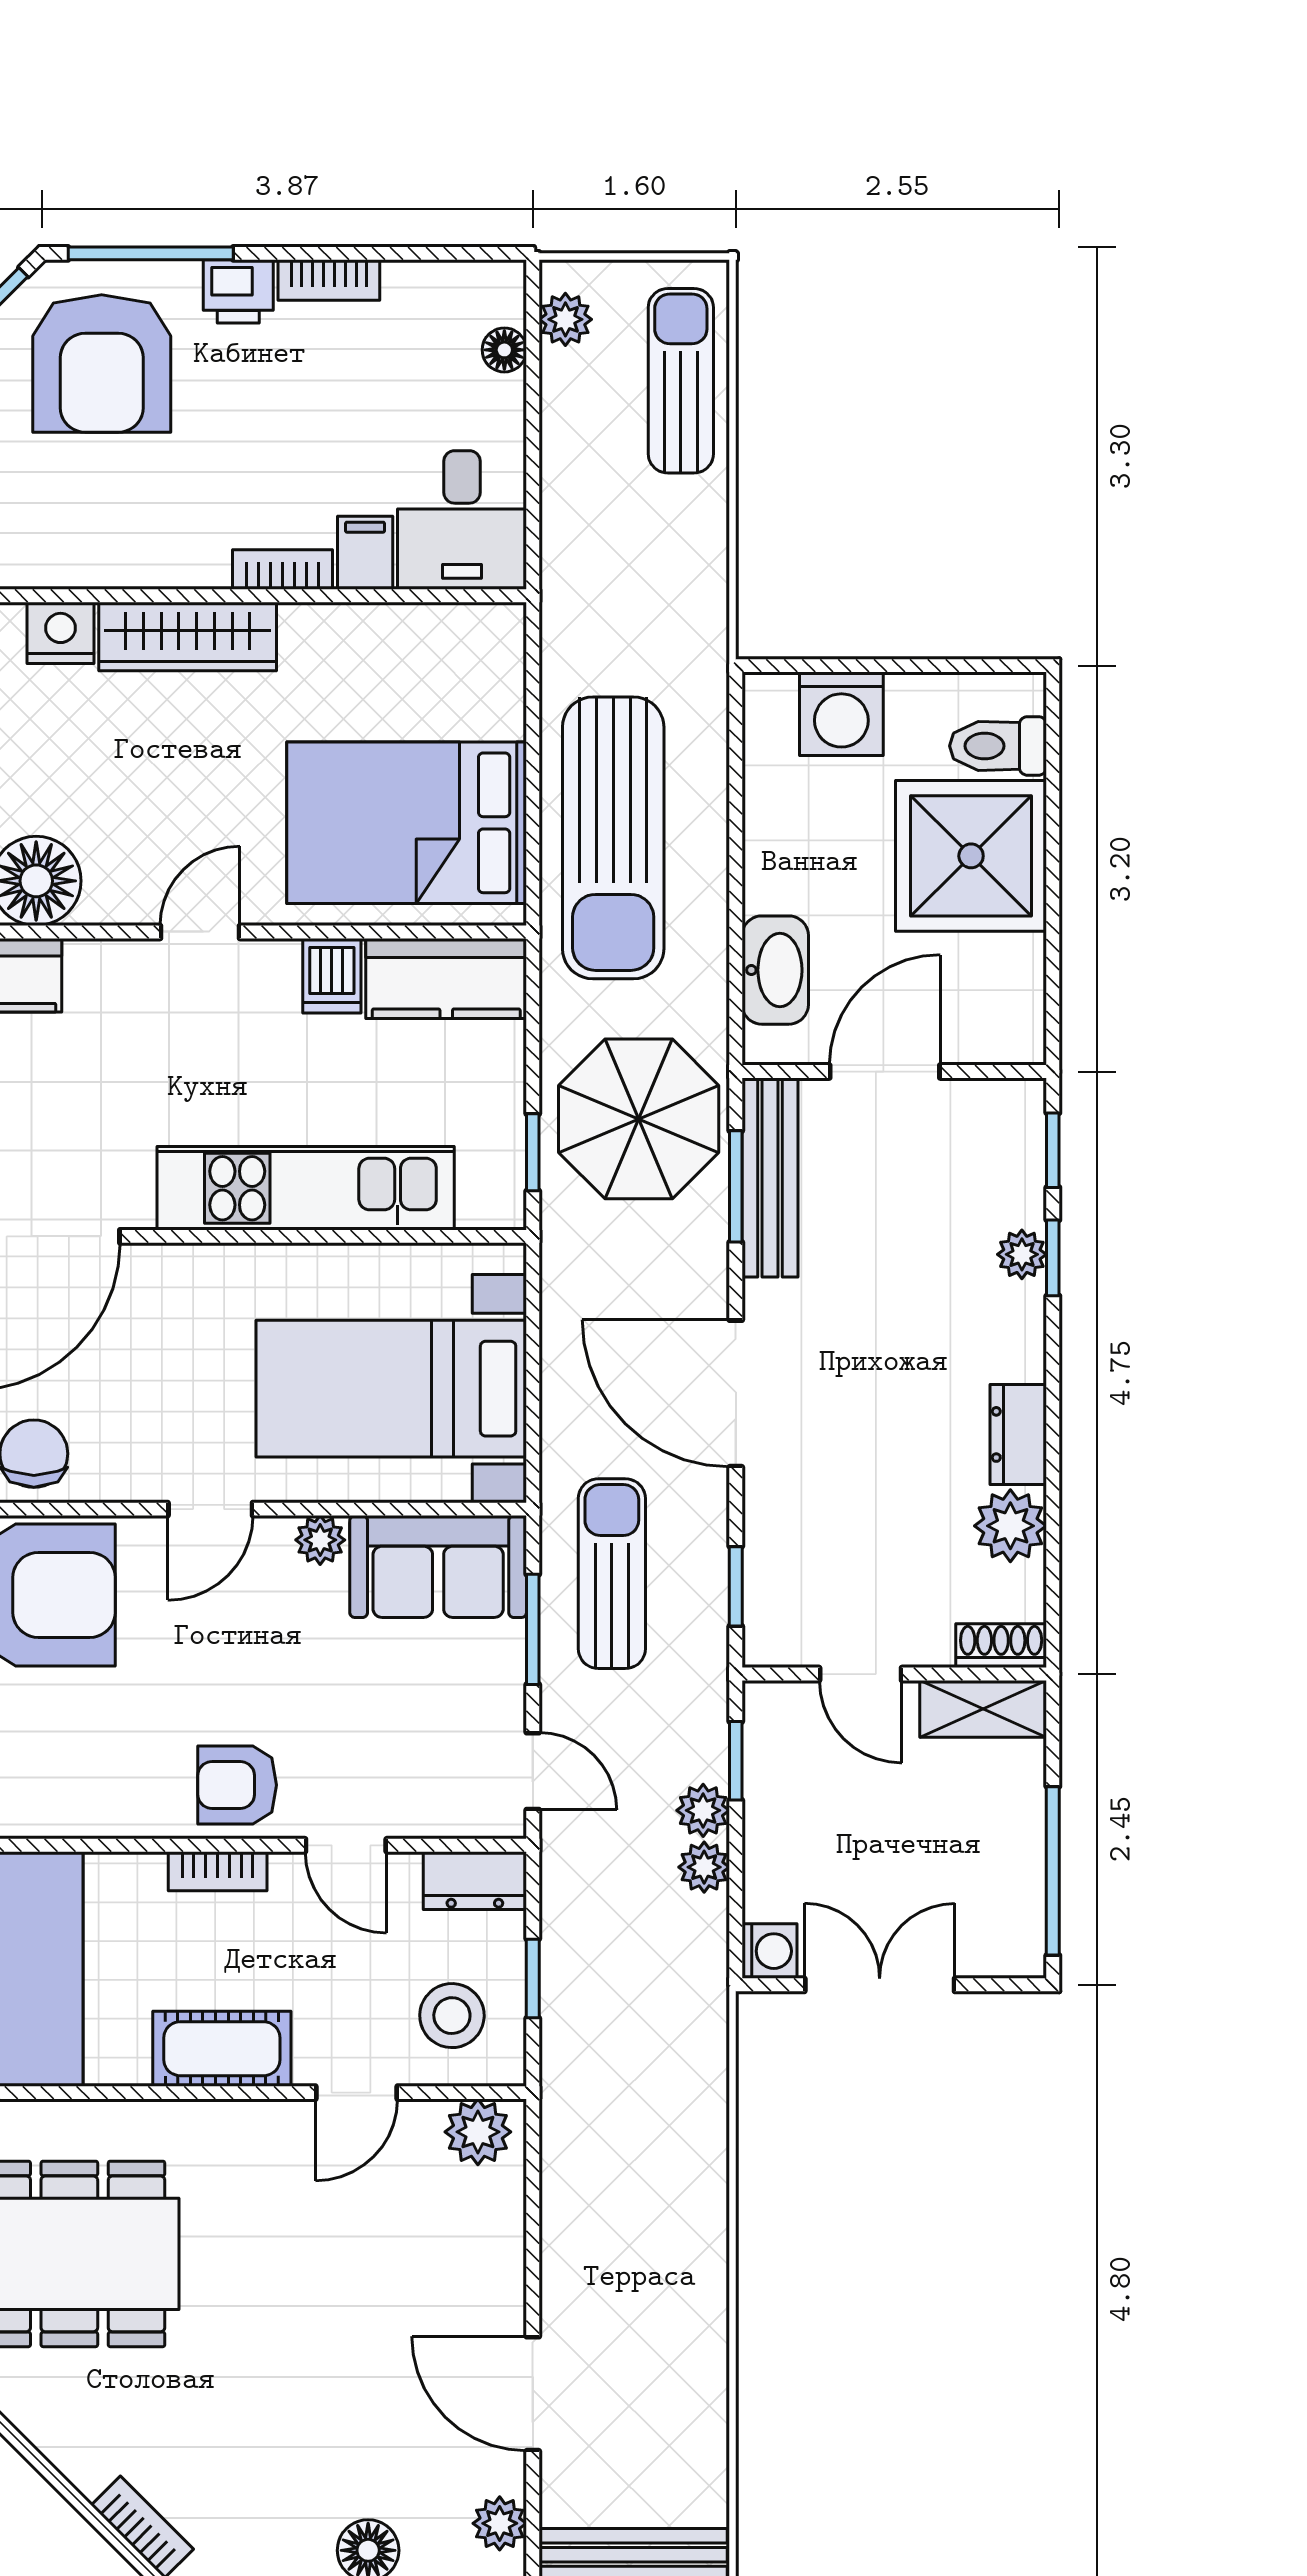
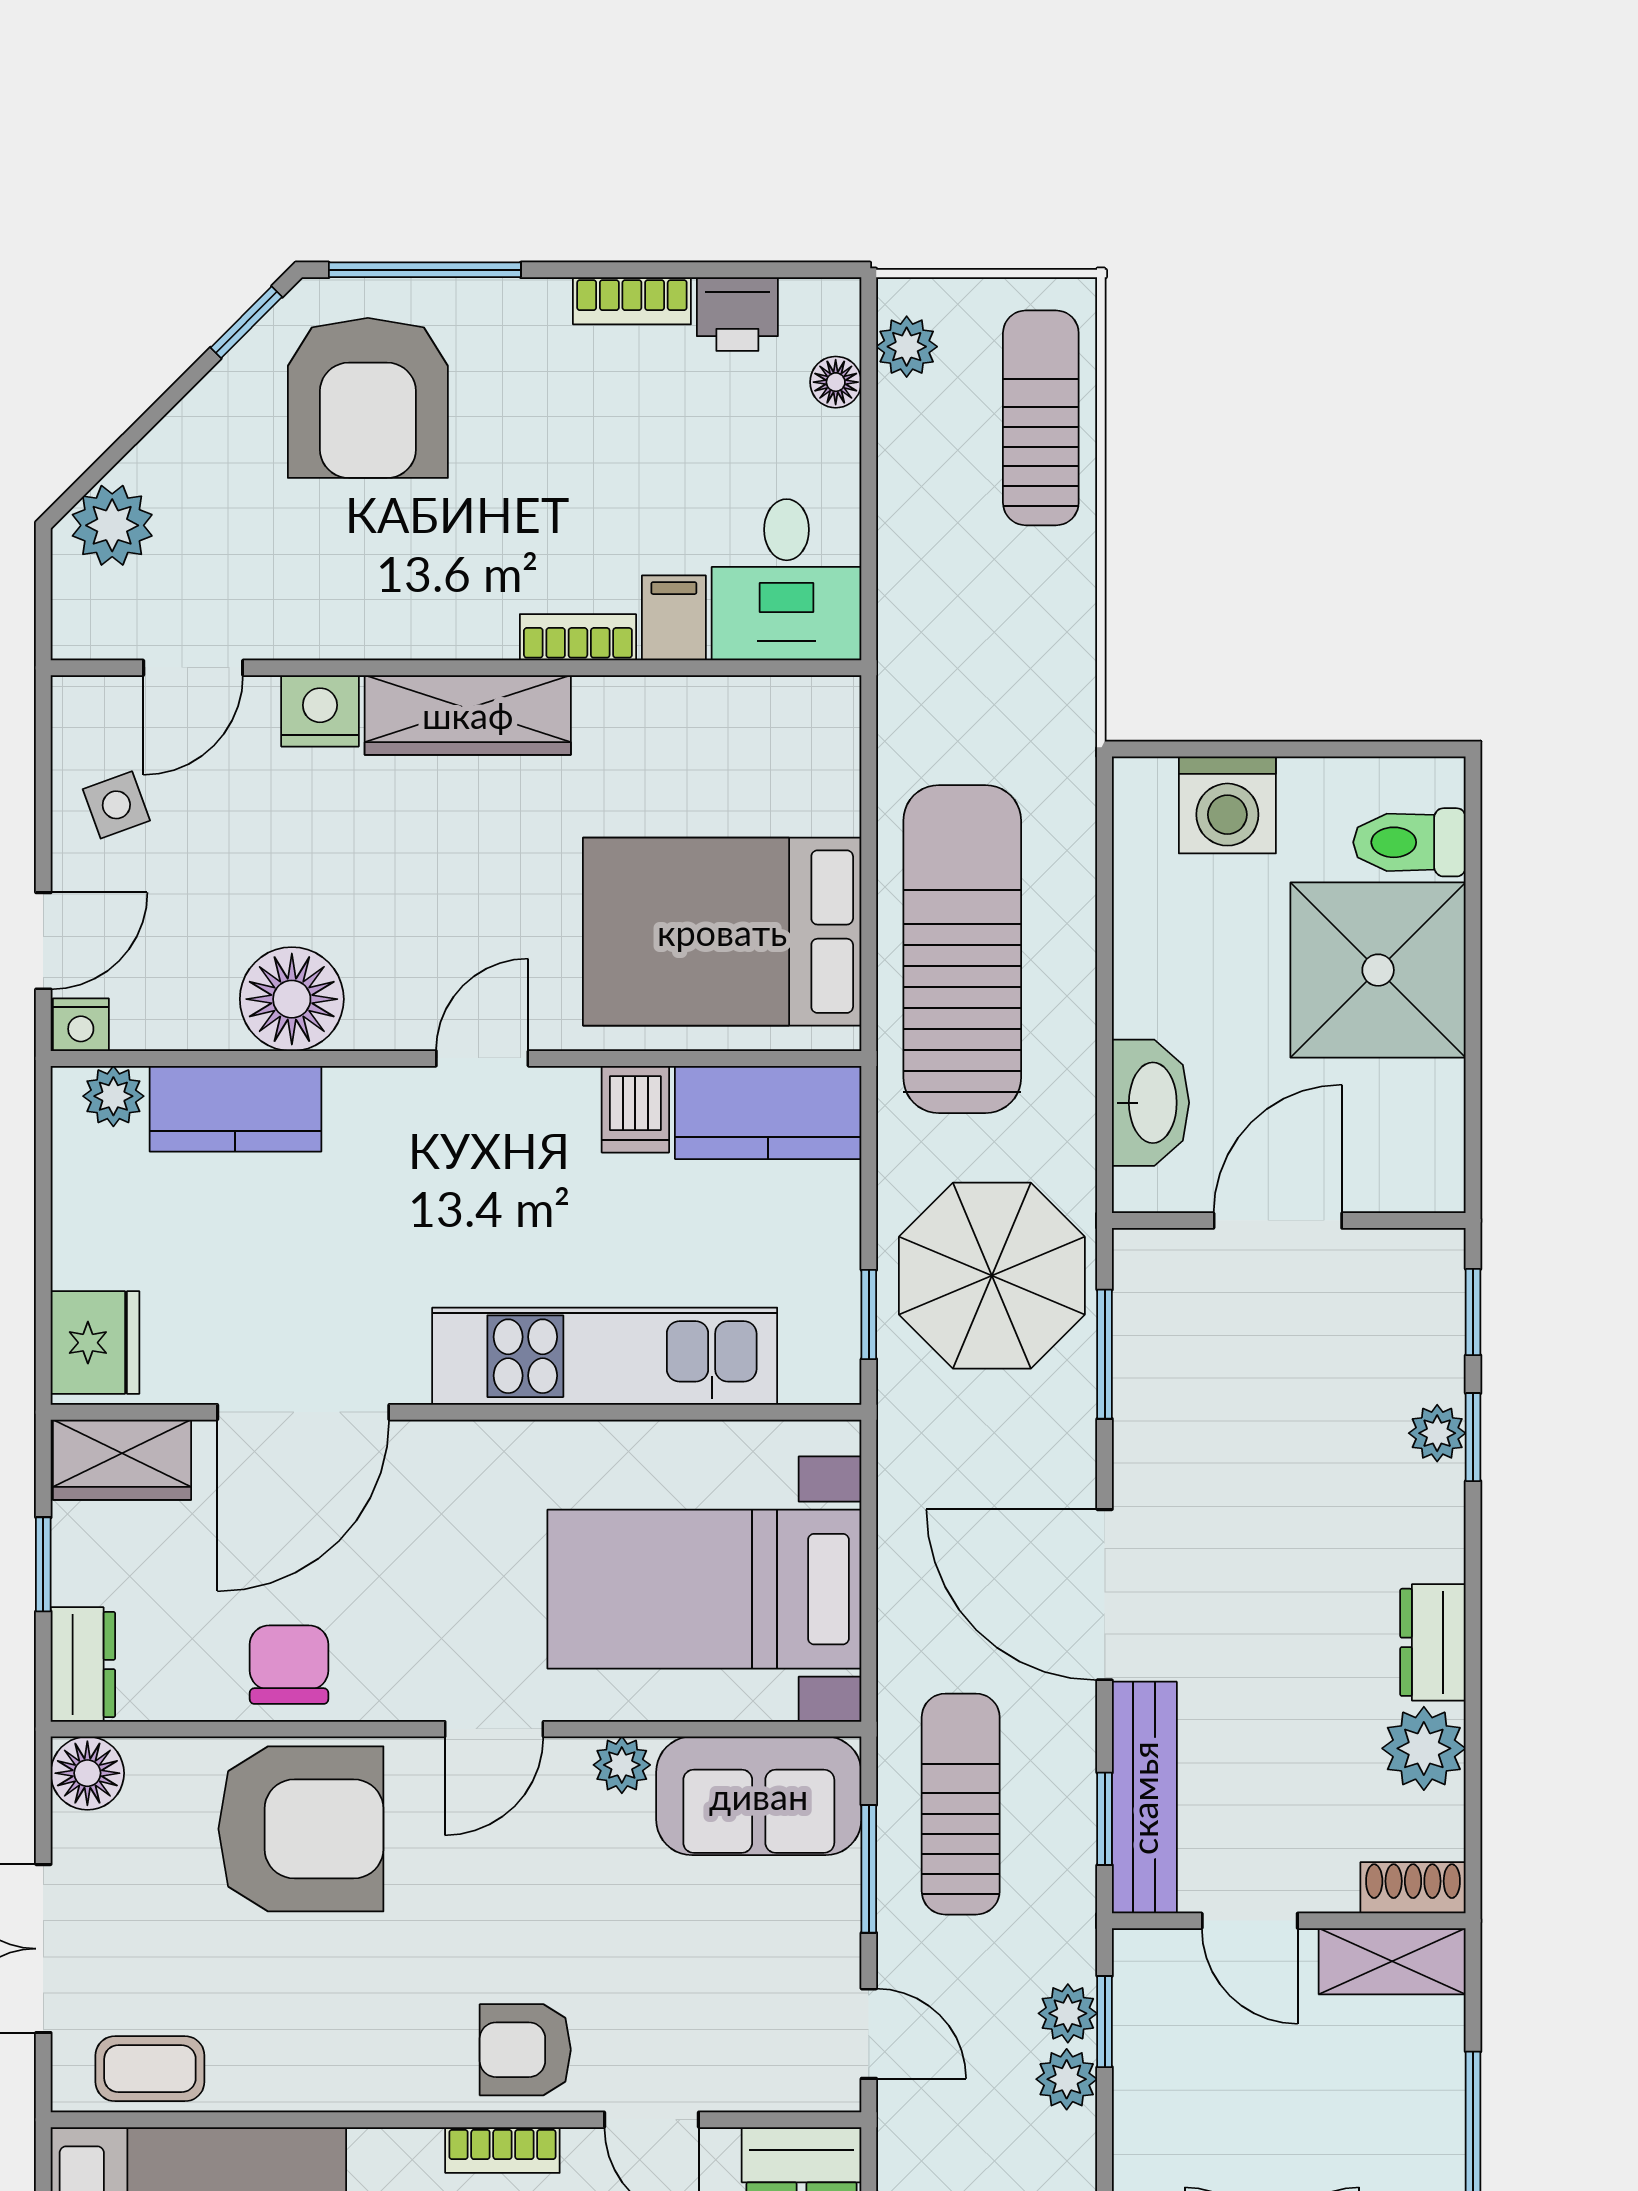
printer: (238, 291) -> (737, 314), moved
sun lounger: (613, 838) -> (962, 949), turned 180
bench: (770, 1178) -> (1144, 1798), moved
plant: (704, 1867) -> (1068, 2013), moved

